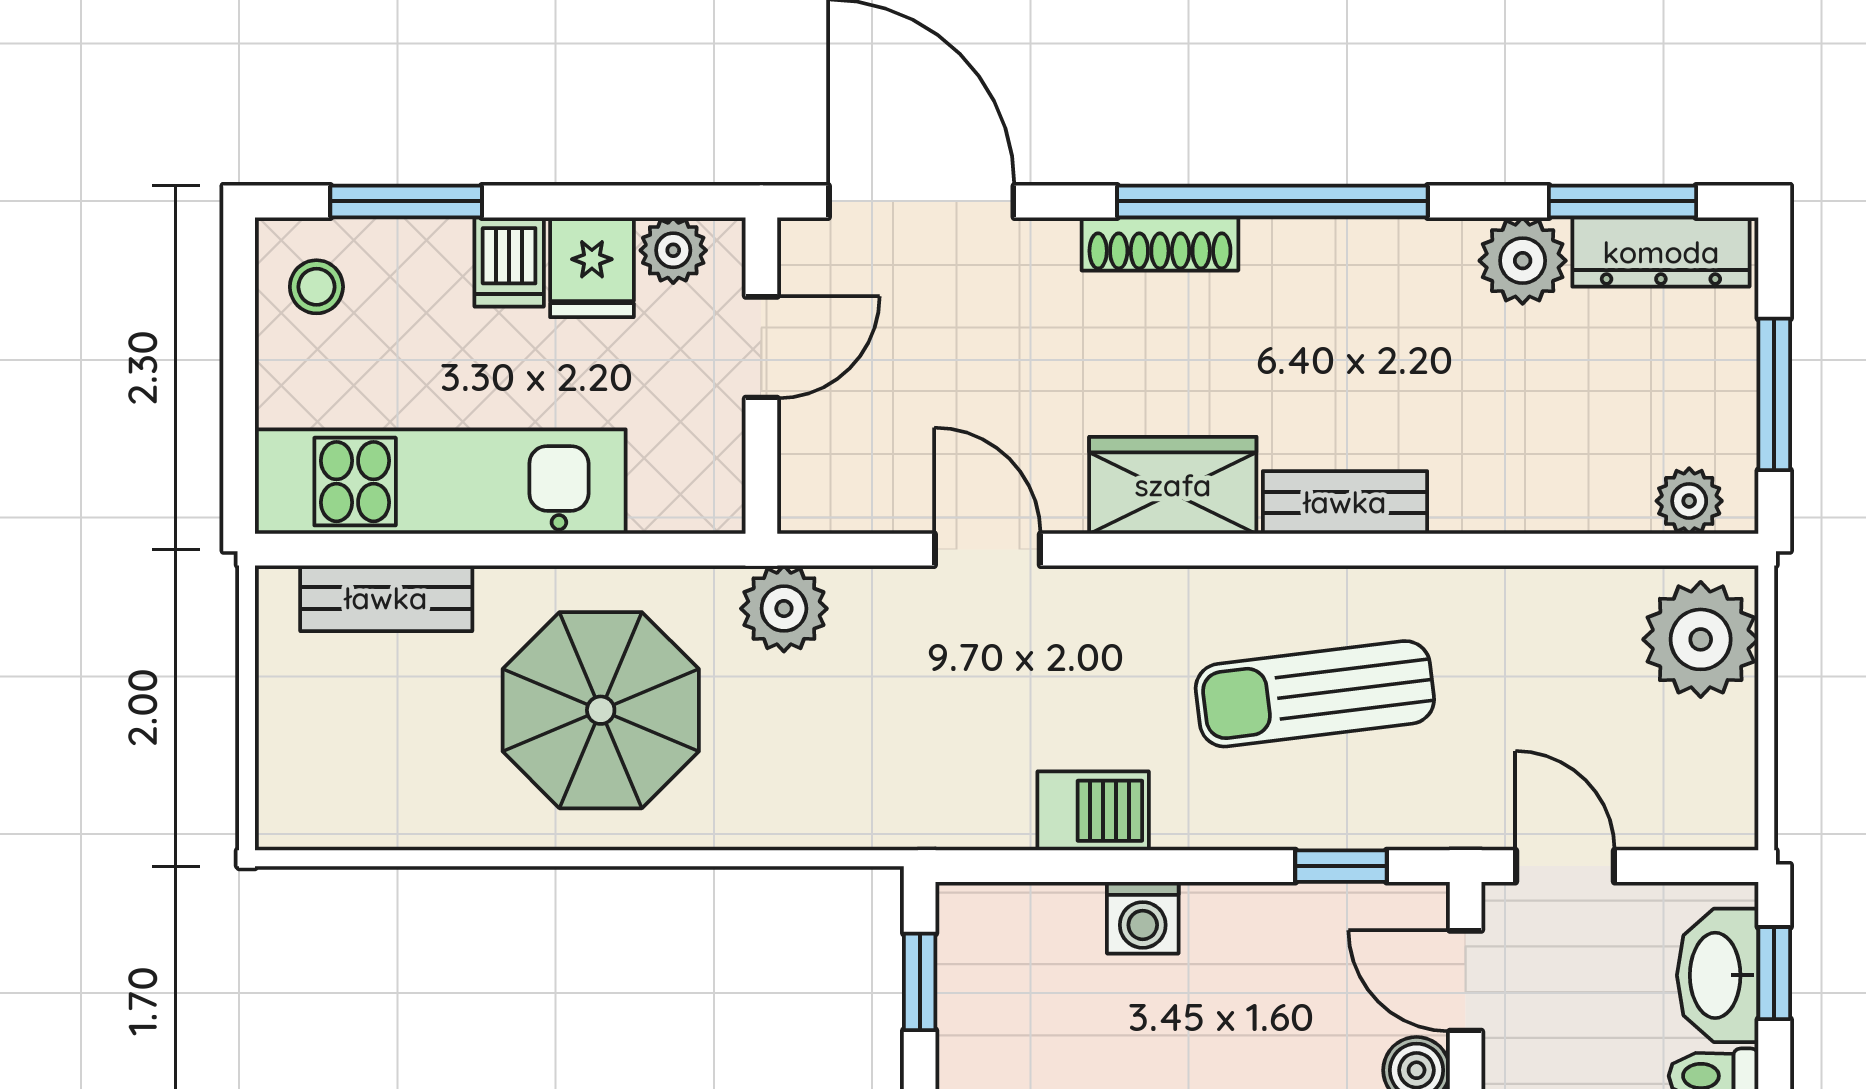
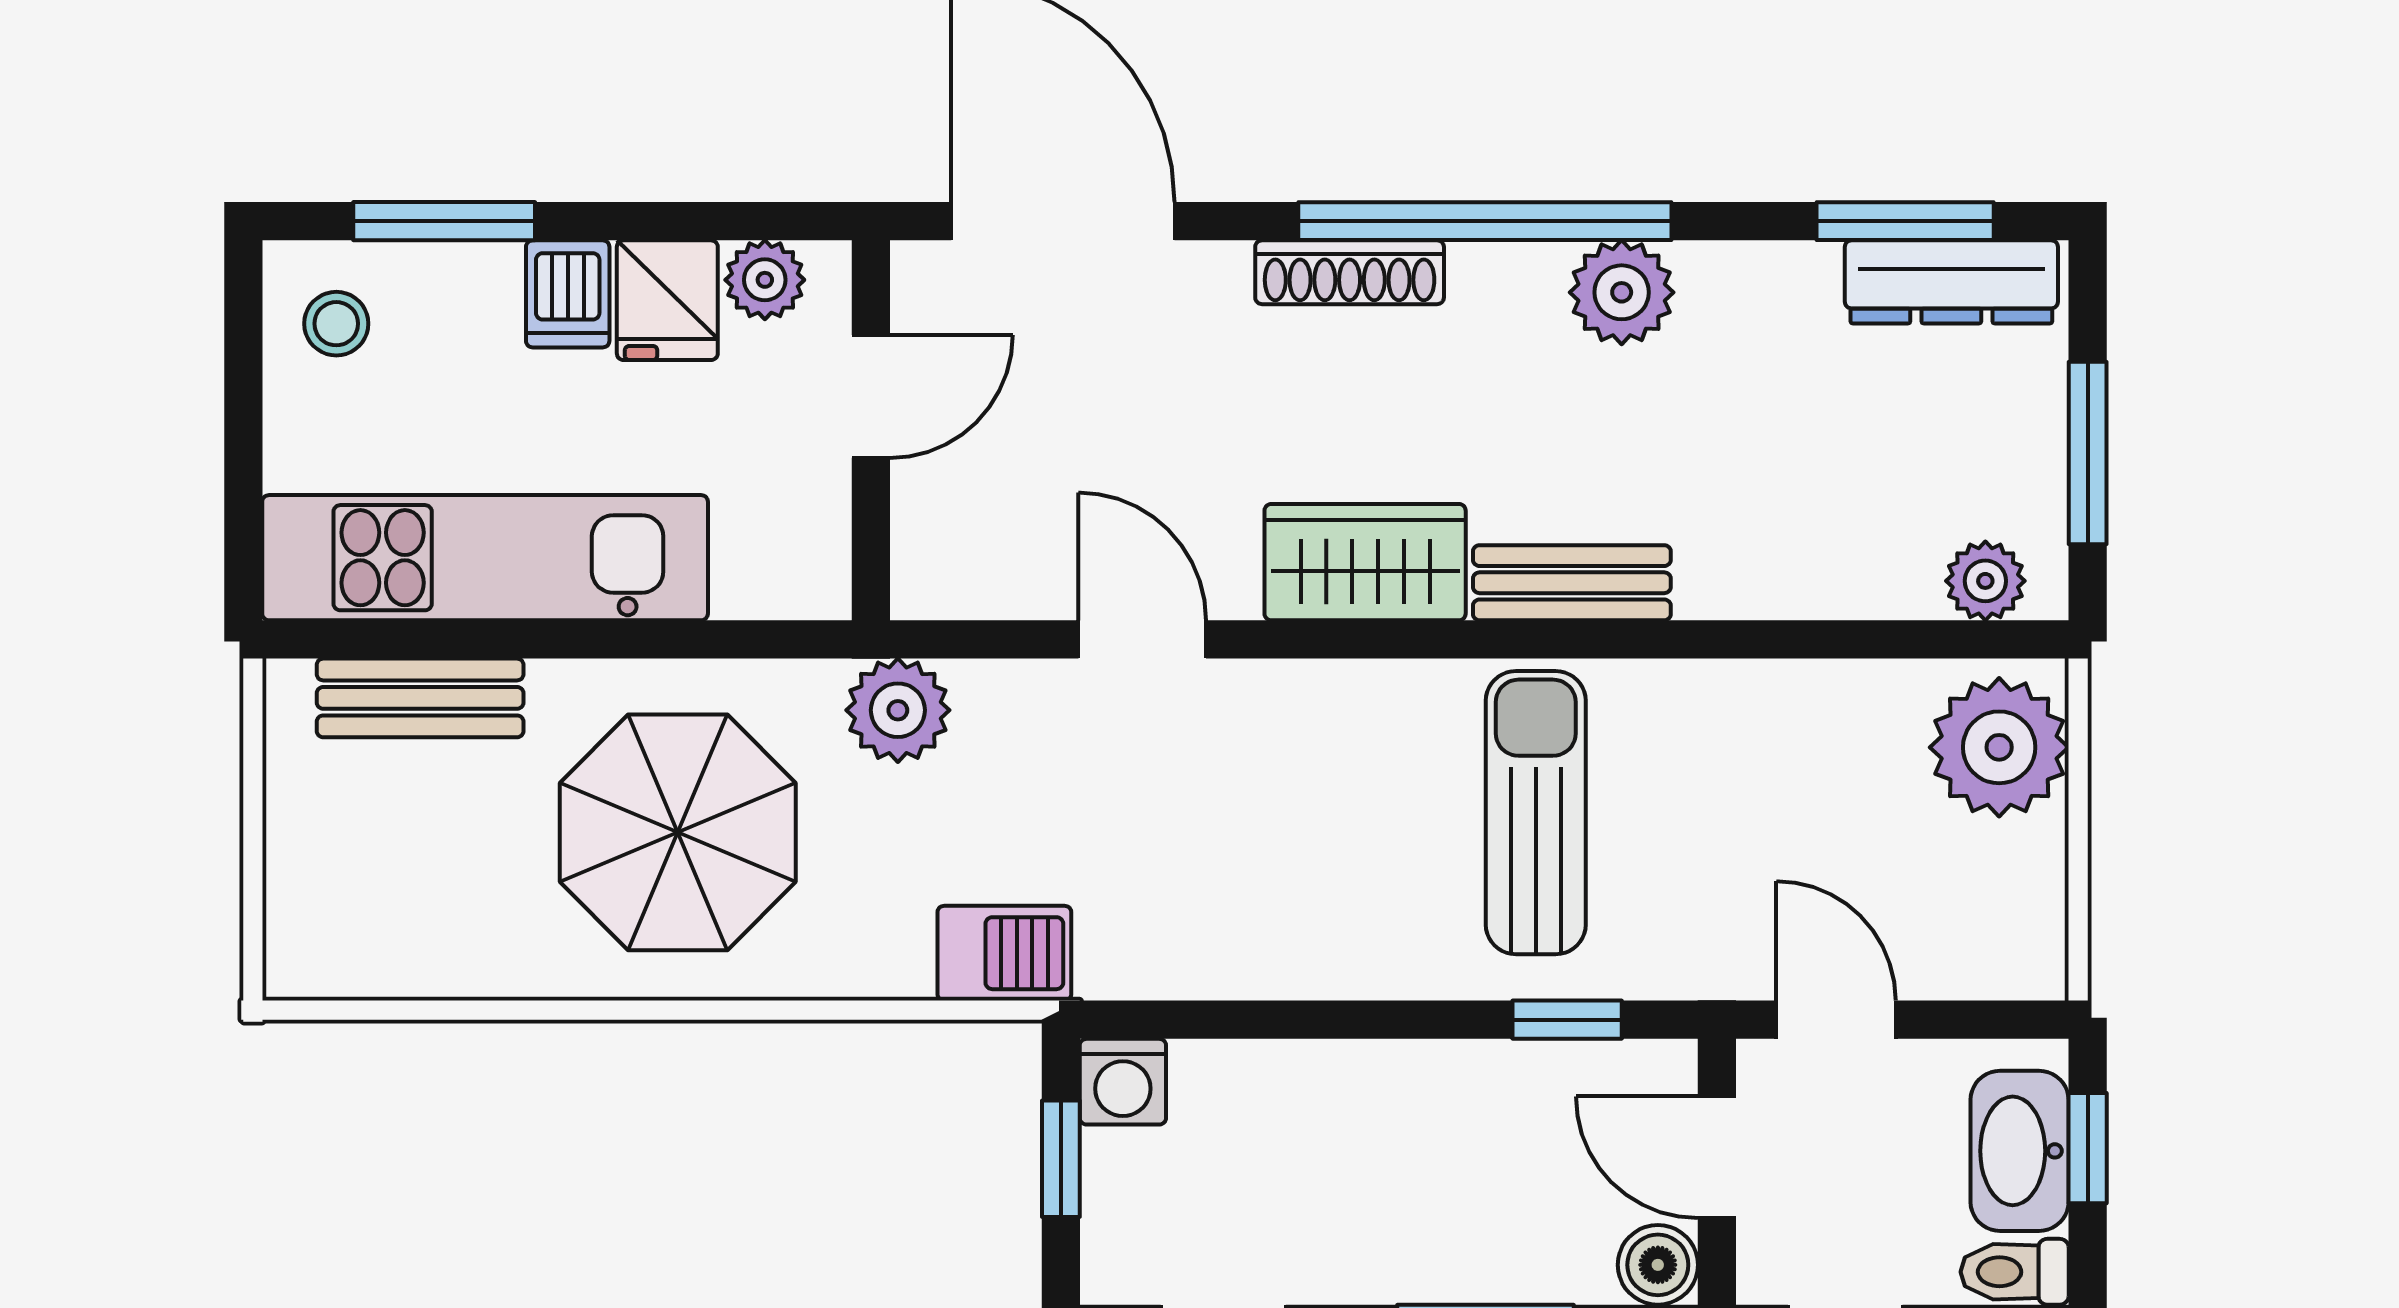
plant: (1523, 261) -> (1622, 292), moved
sun lounger: (1315, 694) -> (1536, 813), turned 97
barbecue: (1093, 811) -> (1004, 953), moved
washing machine: (1143, 918) -> (1123, 1082), moved

